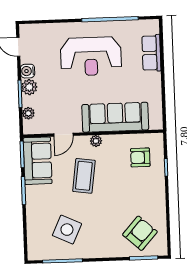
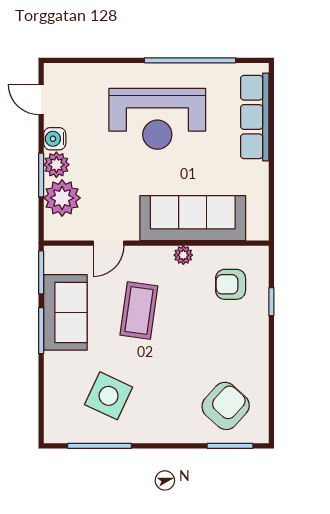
row of seats: (151, 53) -> (255, 117), width x1.48
plant: (28, 113) -> (62, 198), width x1.88, depth x1.88
plant: (96, 141) -> (183, 255), moved
sofa: (38, 161) -> (65, 312), moved

